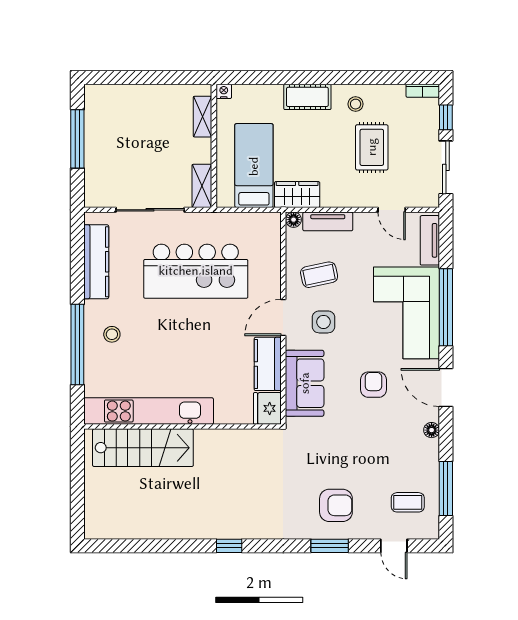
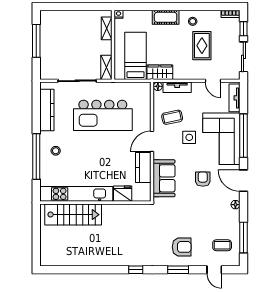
side table: (324, 322) -> (189, 137), moved
fridge: (267, 408) -> (123, 194), moved, turned 90
window: (229, 546) -> (136, 270), moved

